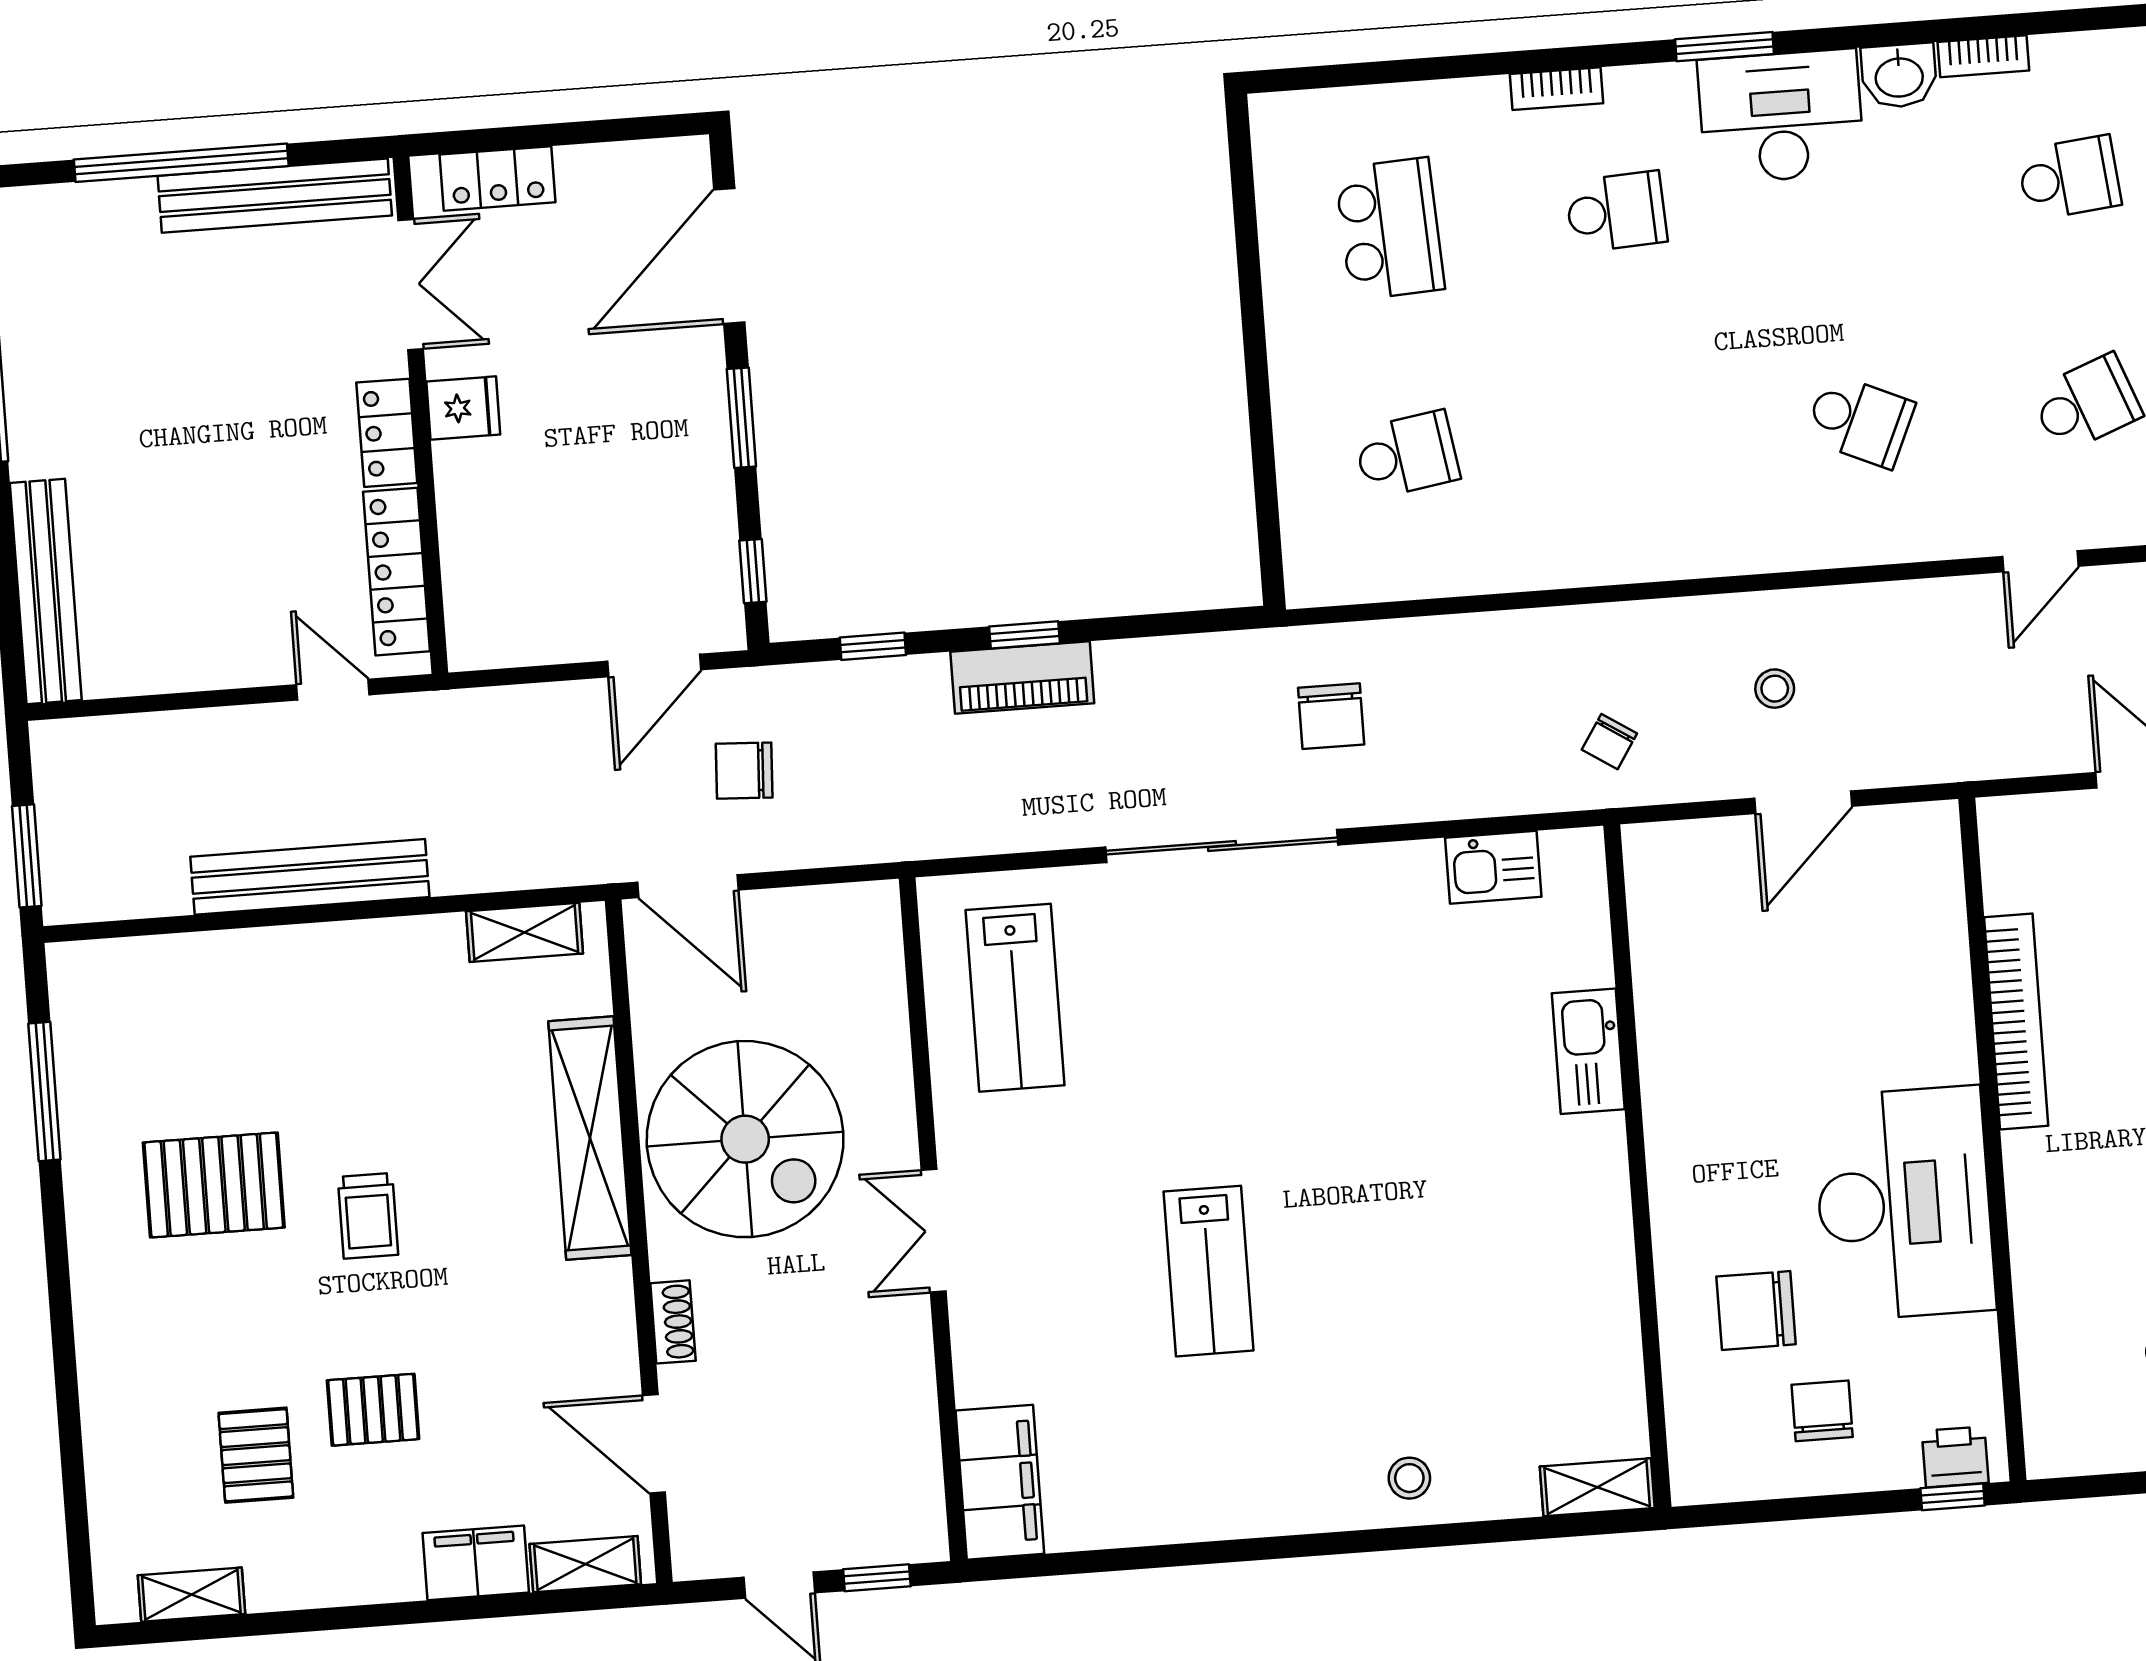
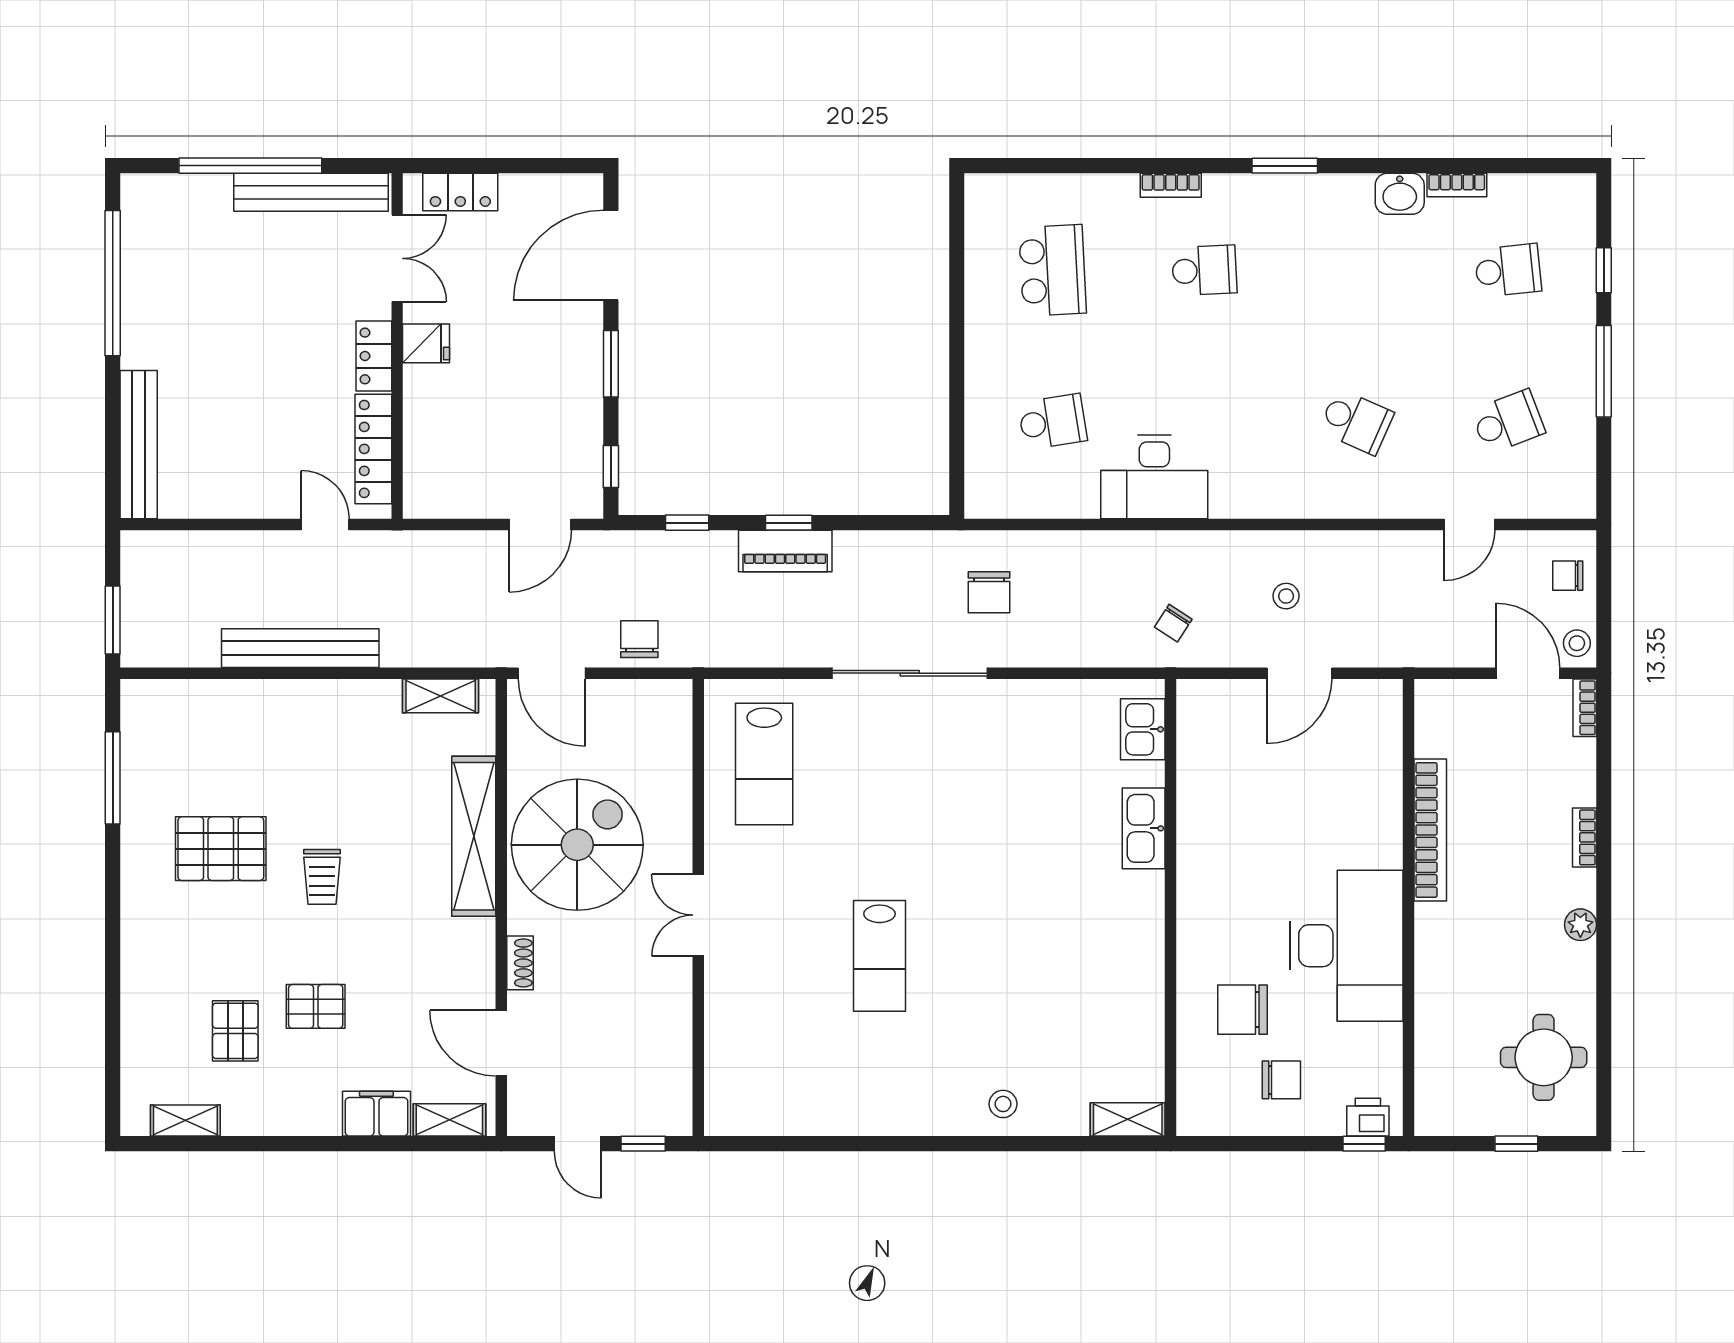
desk: (1781, 116) -> (1154, 477), moved, turned 180
chair: (744, 771) -> (639, 639), moved, turned 87
kitchen sink: (1493, 867) -> (1143, 729), moved, turned 90
spiral stairs: (745, 1139) -> (577, 845), turned -90
chair: (1822, 1411) -> (1281, 1080), turned 90
filing cabinet: (1000, 1482) -> (730, 1086), removed

